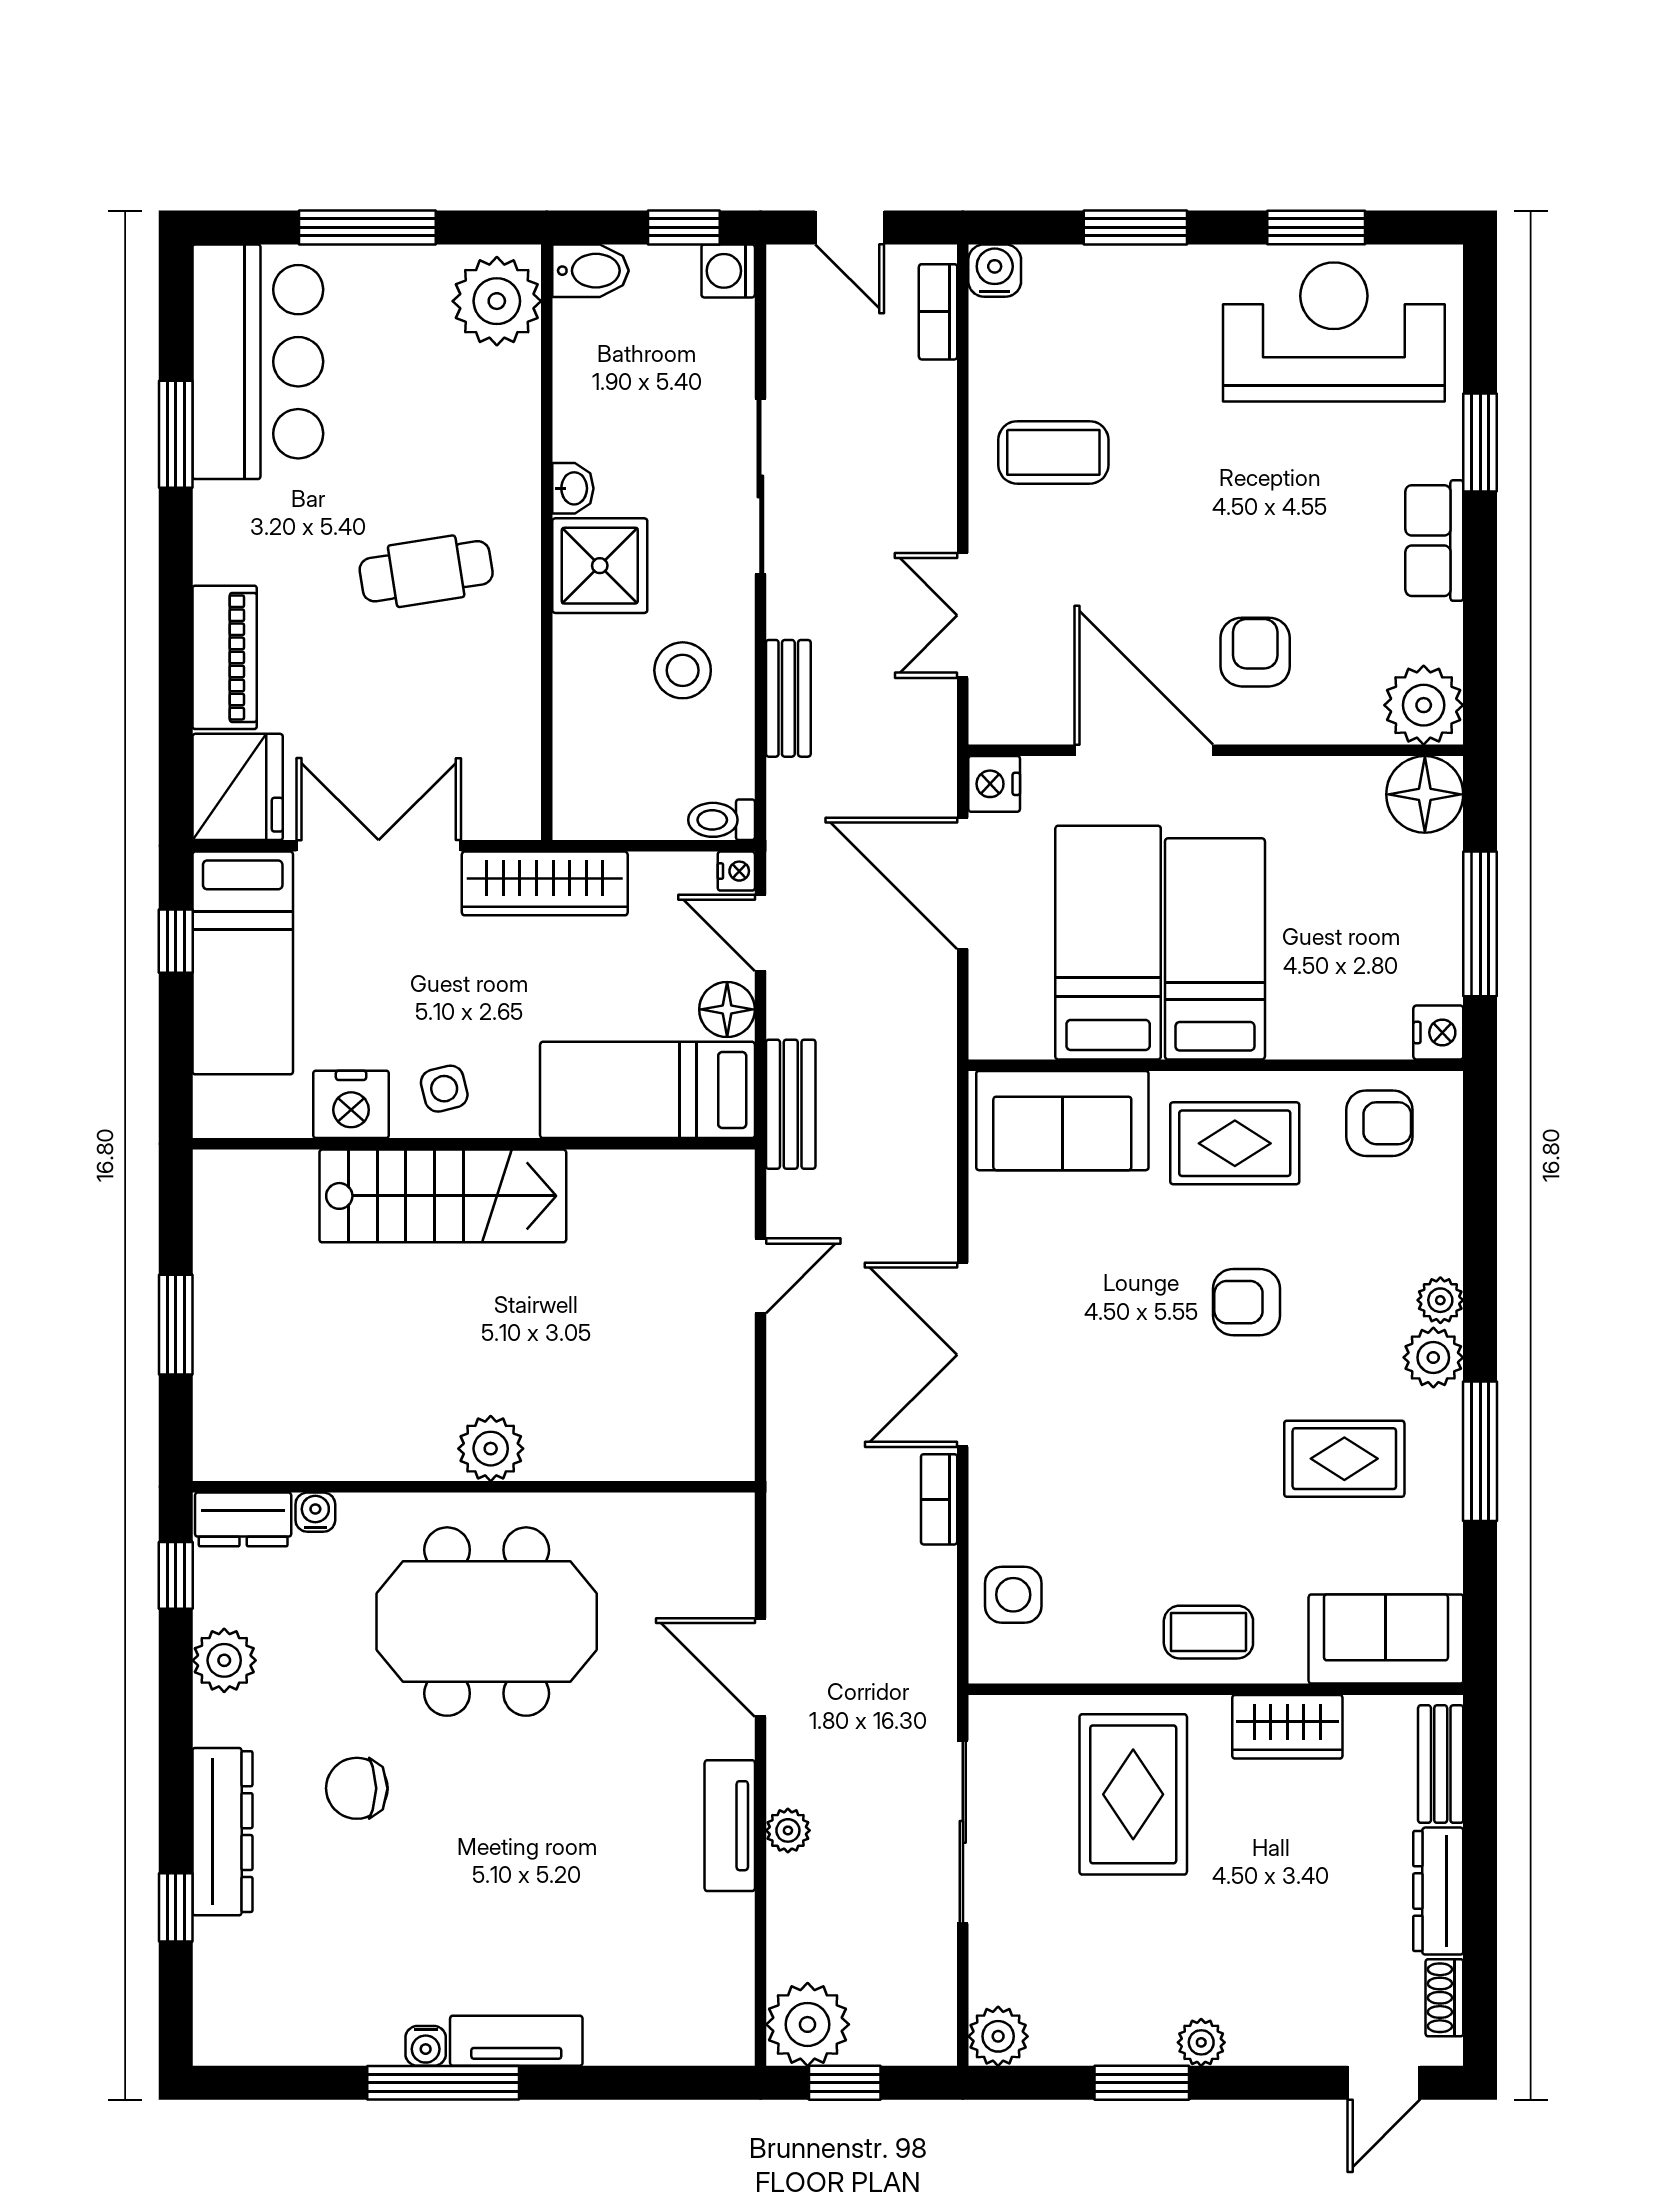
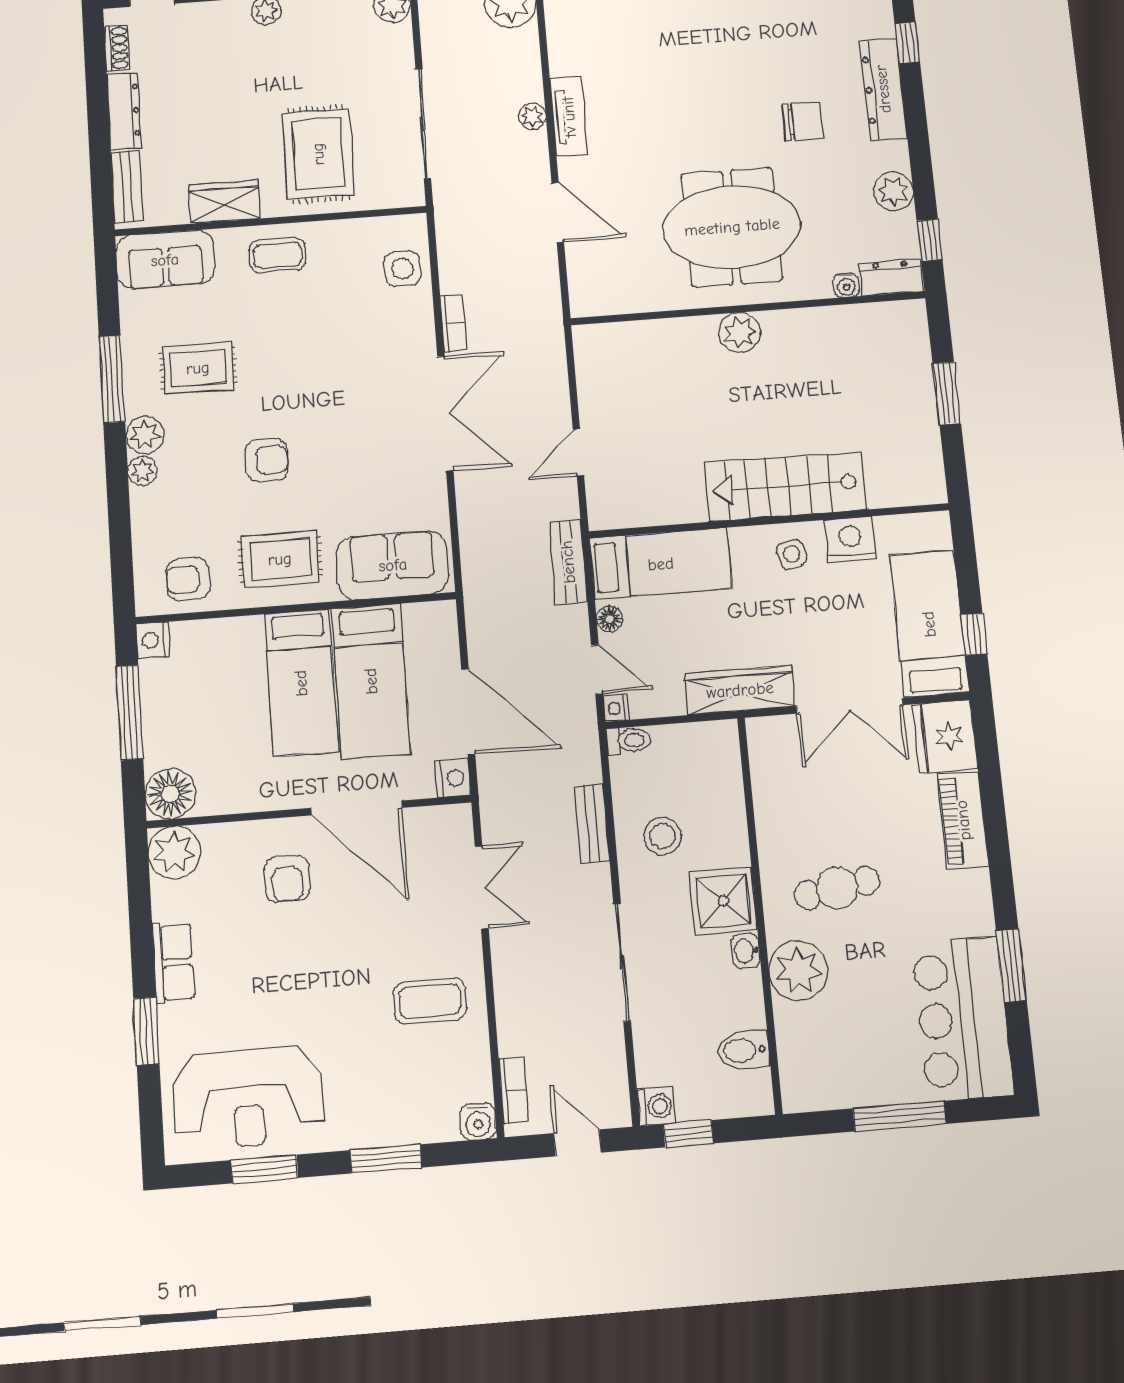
bidet: (591, 271) -> (743, 1050), moved
plant: (497, 301) -> (798, 971), moved
floor lamp: (727, 1009) -> (609, 619), width x0.73, depth x0.73

